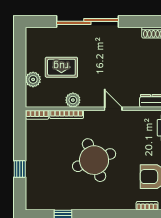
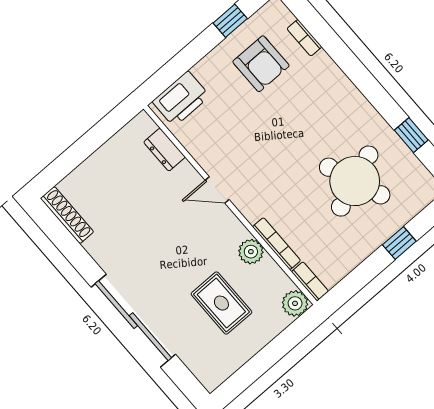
plant: (33, 79) -> (295, 303), moved
door: (113, 109) -> (217, 190), hinge flipped
round table: (94, 160) -> (355, 181), moved

